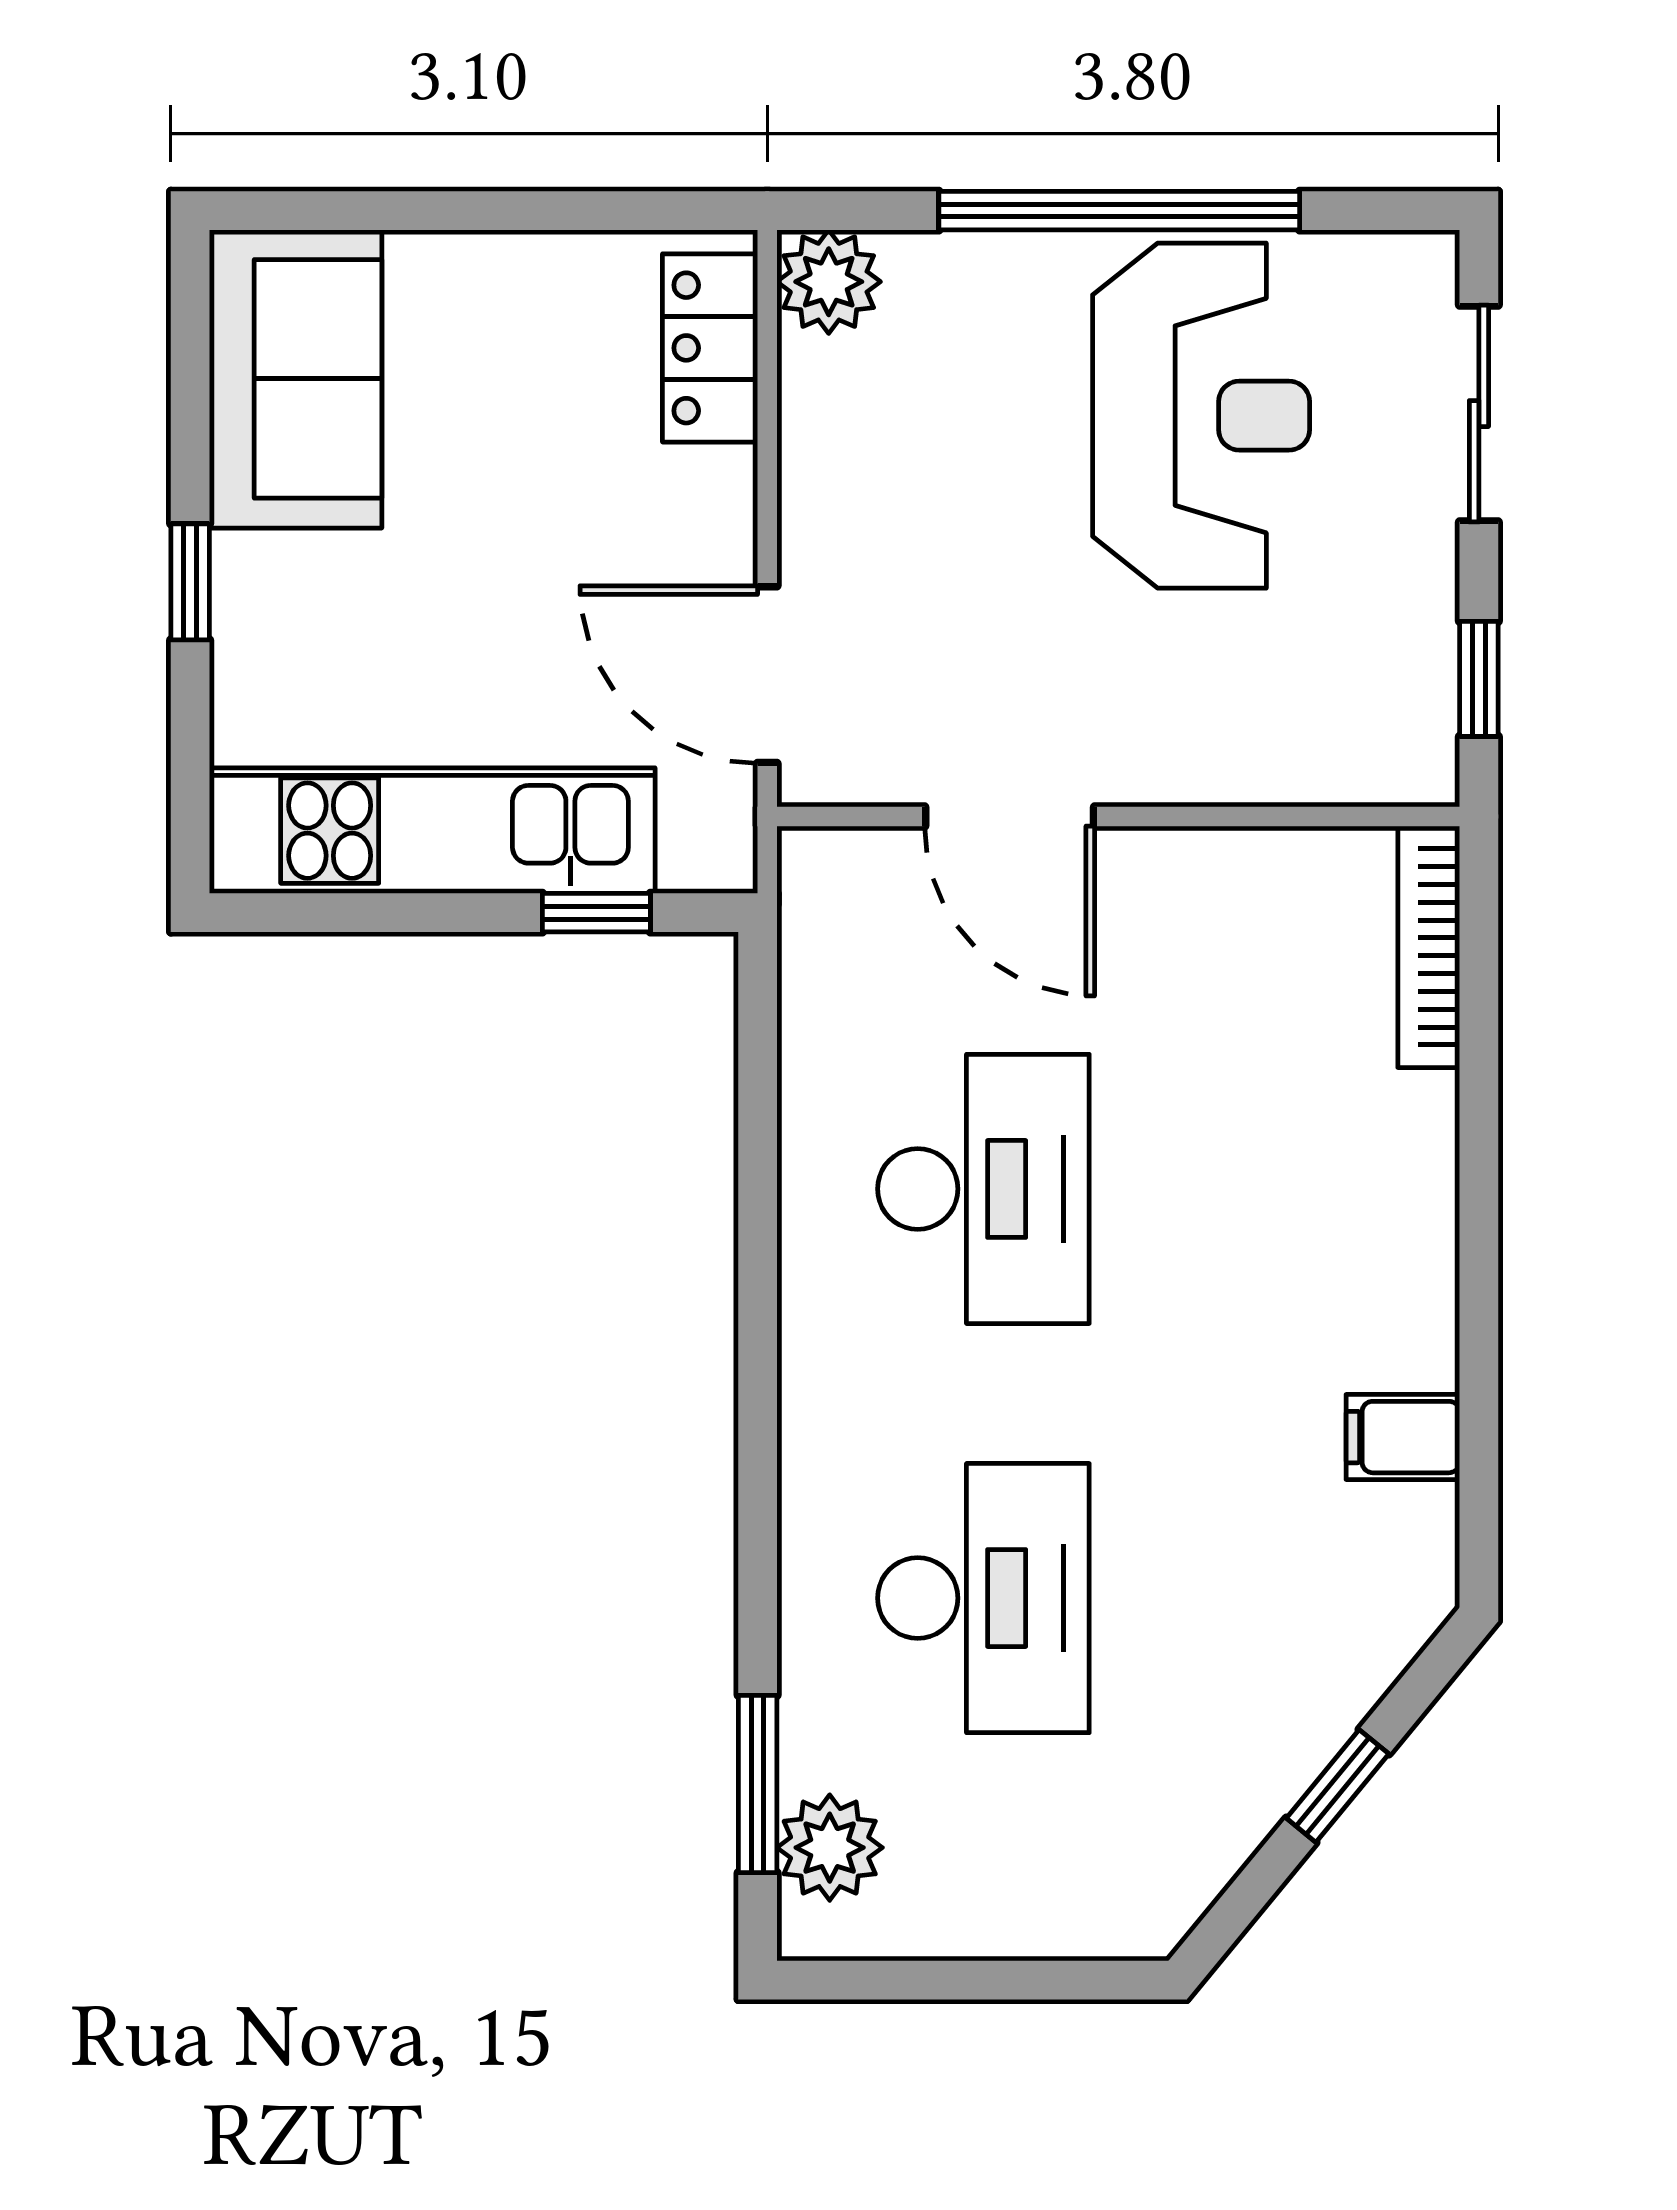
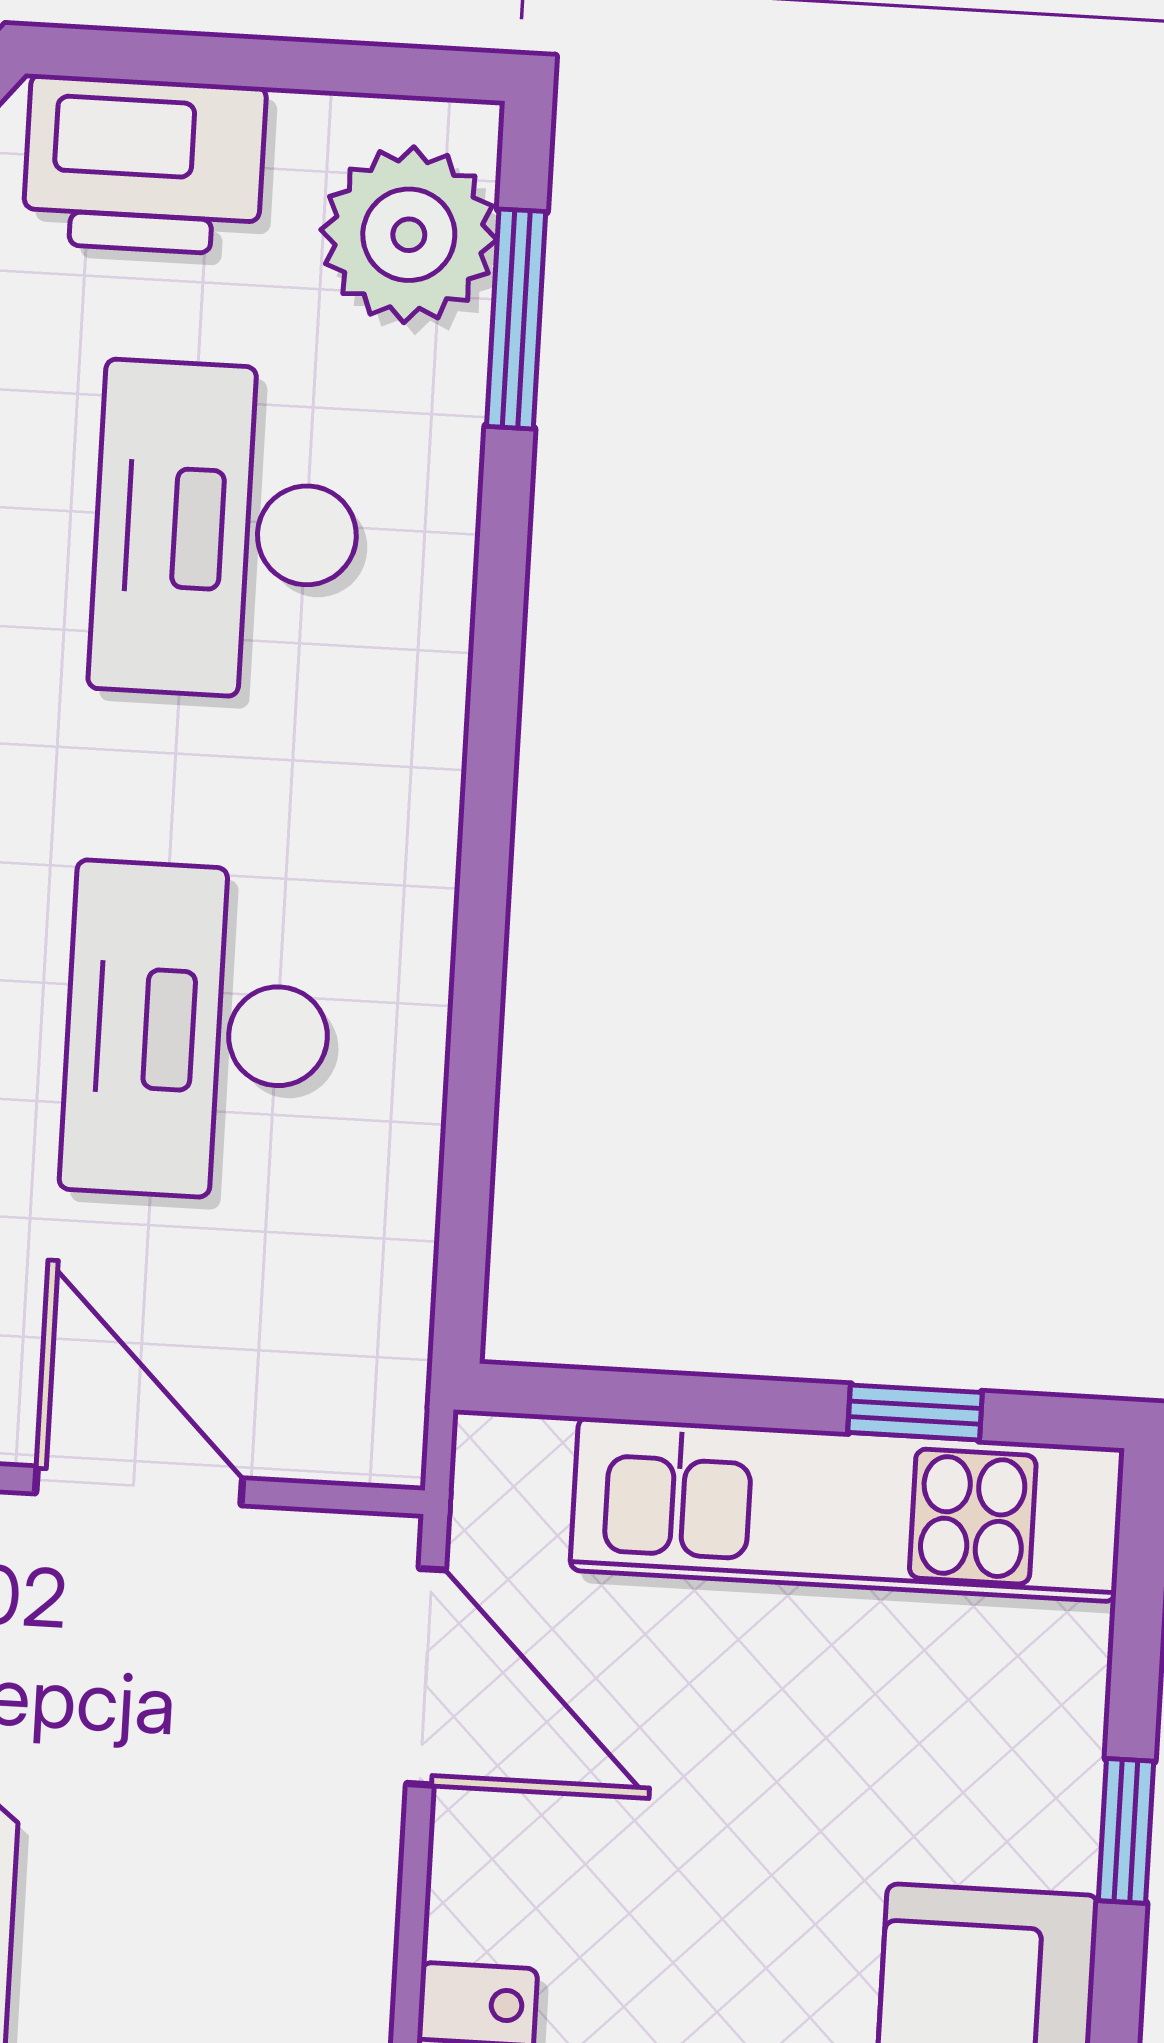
window: (596, 913) -> (915, 1412), moved
plant: (830, 1848) -> (409, 235), width x1.36, depth x1.36
printer: (1068, 1892) -> (144, 165), added

